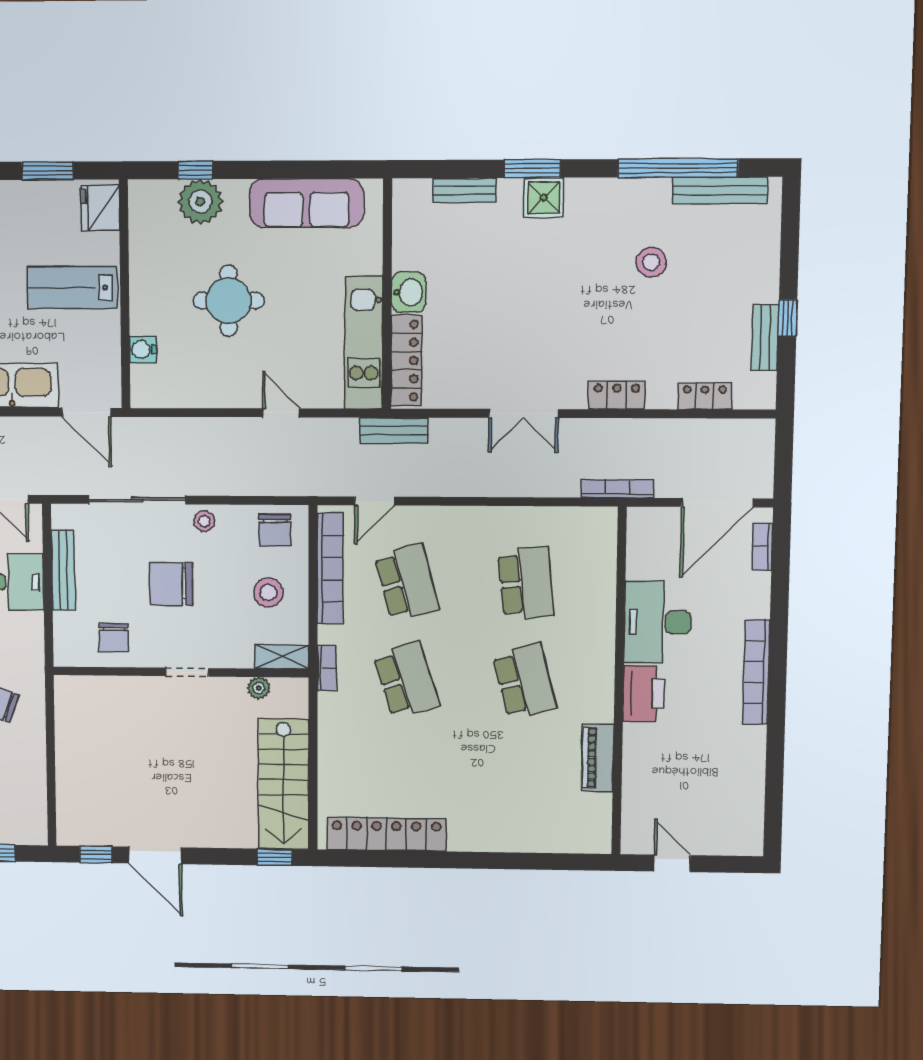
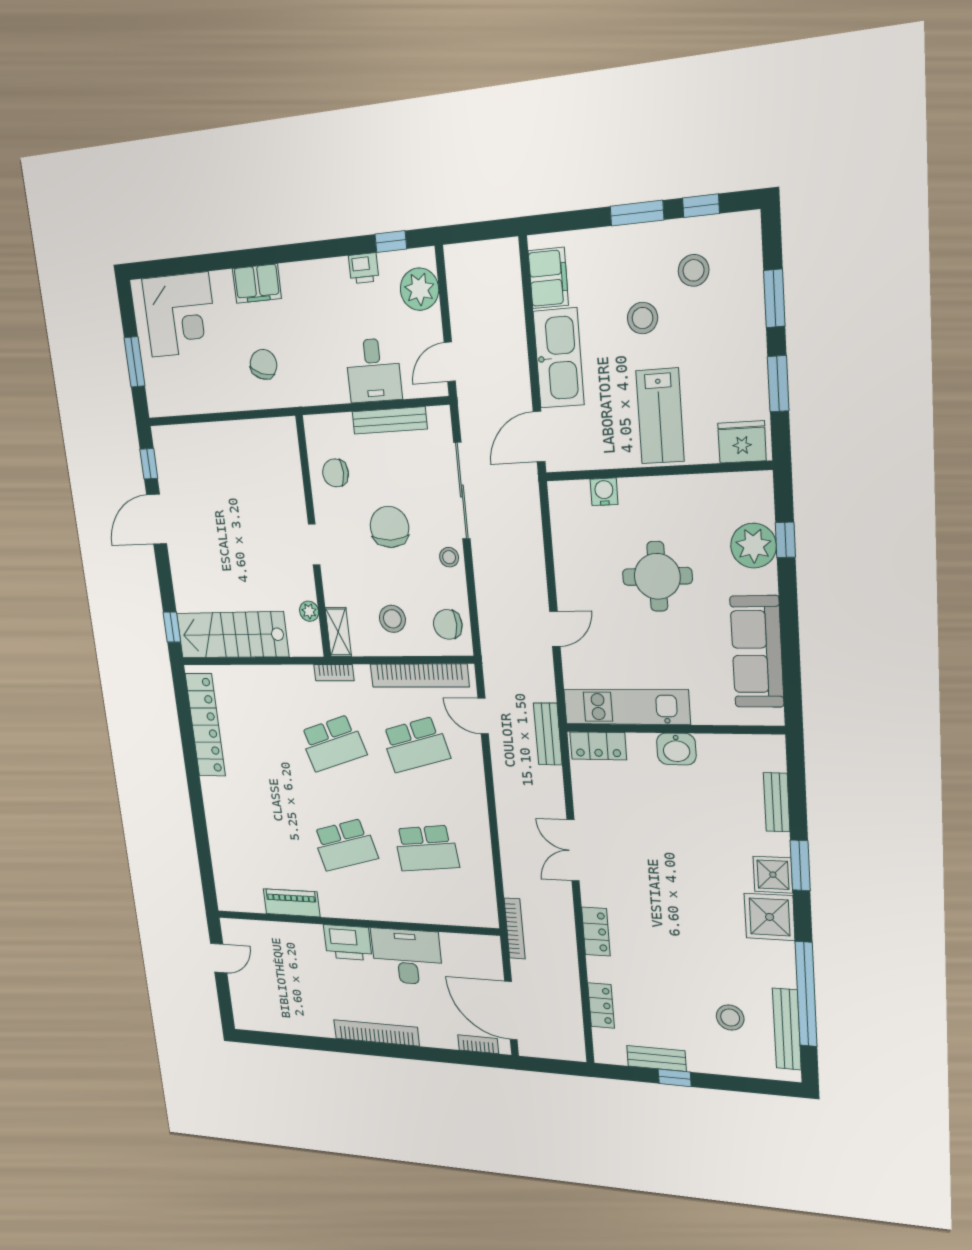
shower: (591, 203) -> (770, 917), added
stool: (651, 262) -> (730, 1017), moved
lab bench: (72, 287) -> (660, 416), turned 180
locker: (406, 361) -> (598, 746), width x0.66

